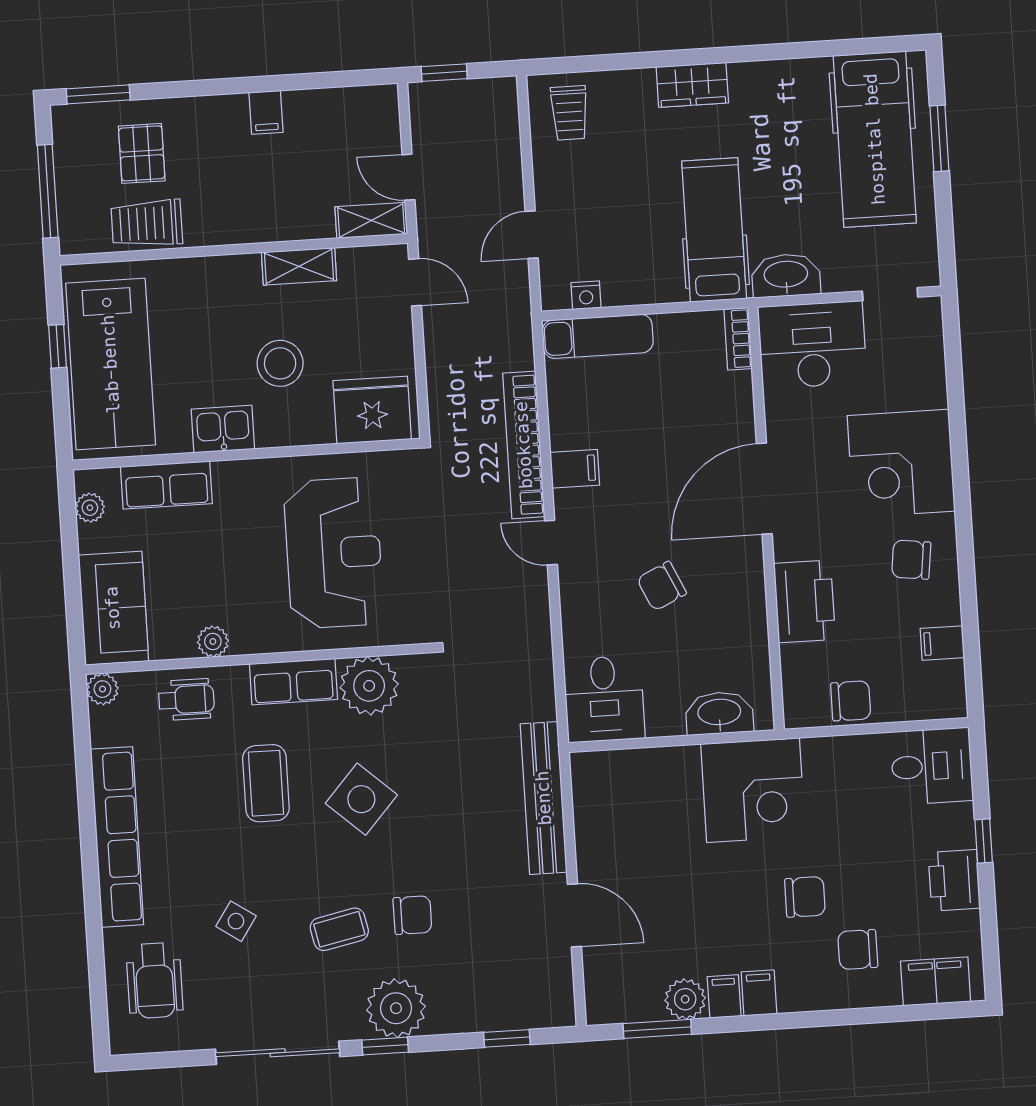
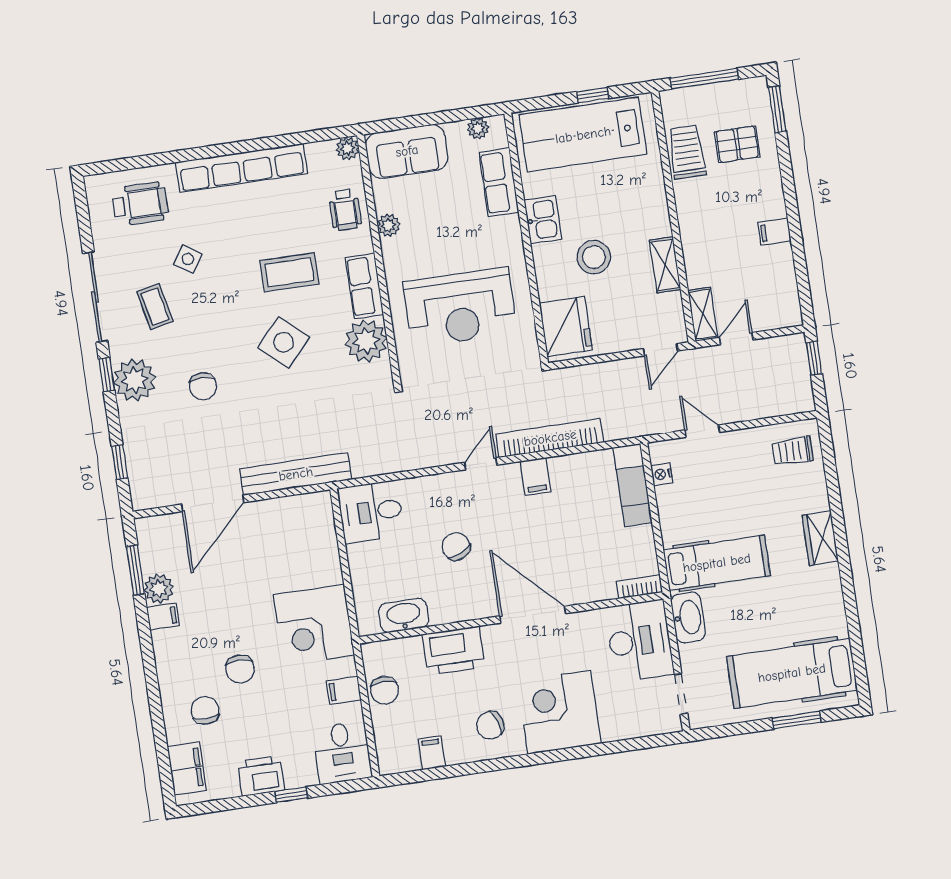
chair: (911, 560) -> (490, 725), turned -115
washbasin: (719, 713) -> (404, 615), moved, turned -90
door: (574, 915) -> (213, 503), width x1.36
coffee table: (339, 929) -> (155, 307), moved
wheelchair: (155, 980) -> (140, 204), turned 180
filing cabinet: (759, 993) -> (344, 690), moved, turned 180

